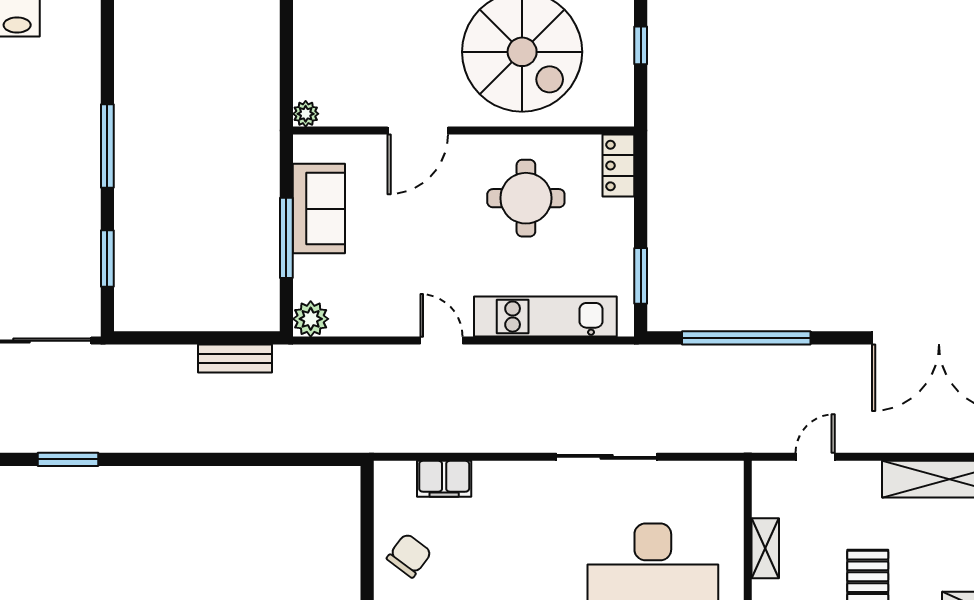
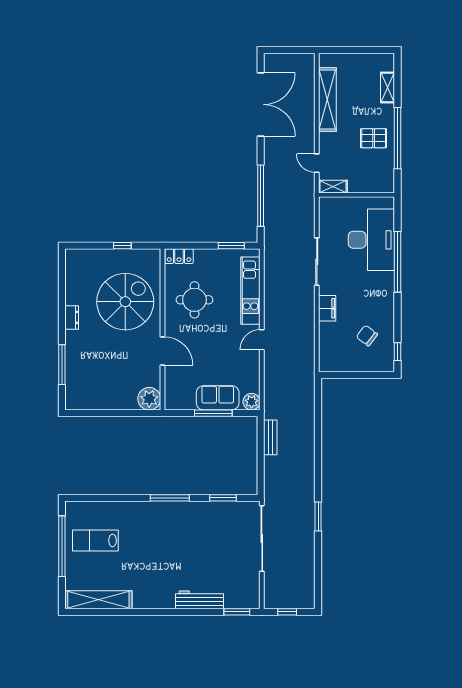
plant: (306, 114) -> (149, 399), width x1.88, depth x1.88
sofa: (319, 209) -> (218, 398), moved
filing cabinet: (444, 479) -> (327, 308), moved
shelving: (765, 548) -> (333, 187), moved
chair: (409, 555) -> (367, 336), moved

